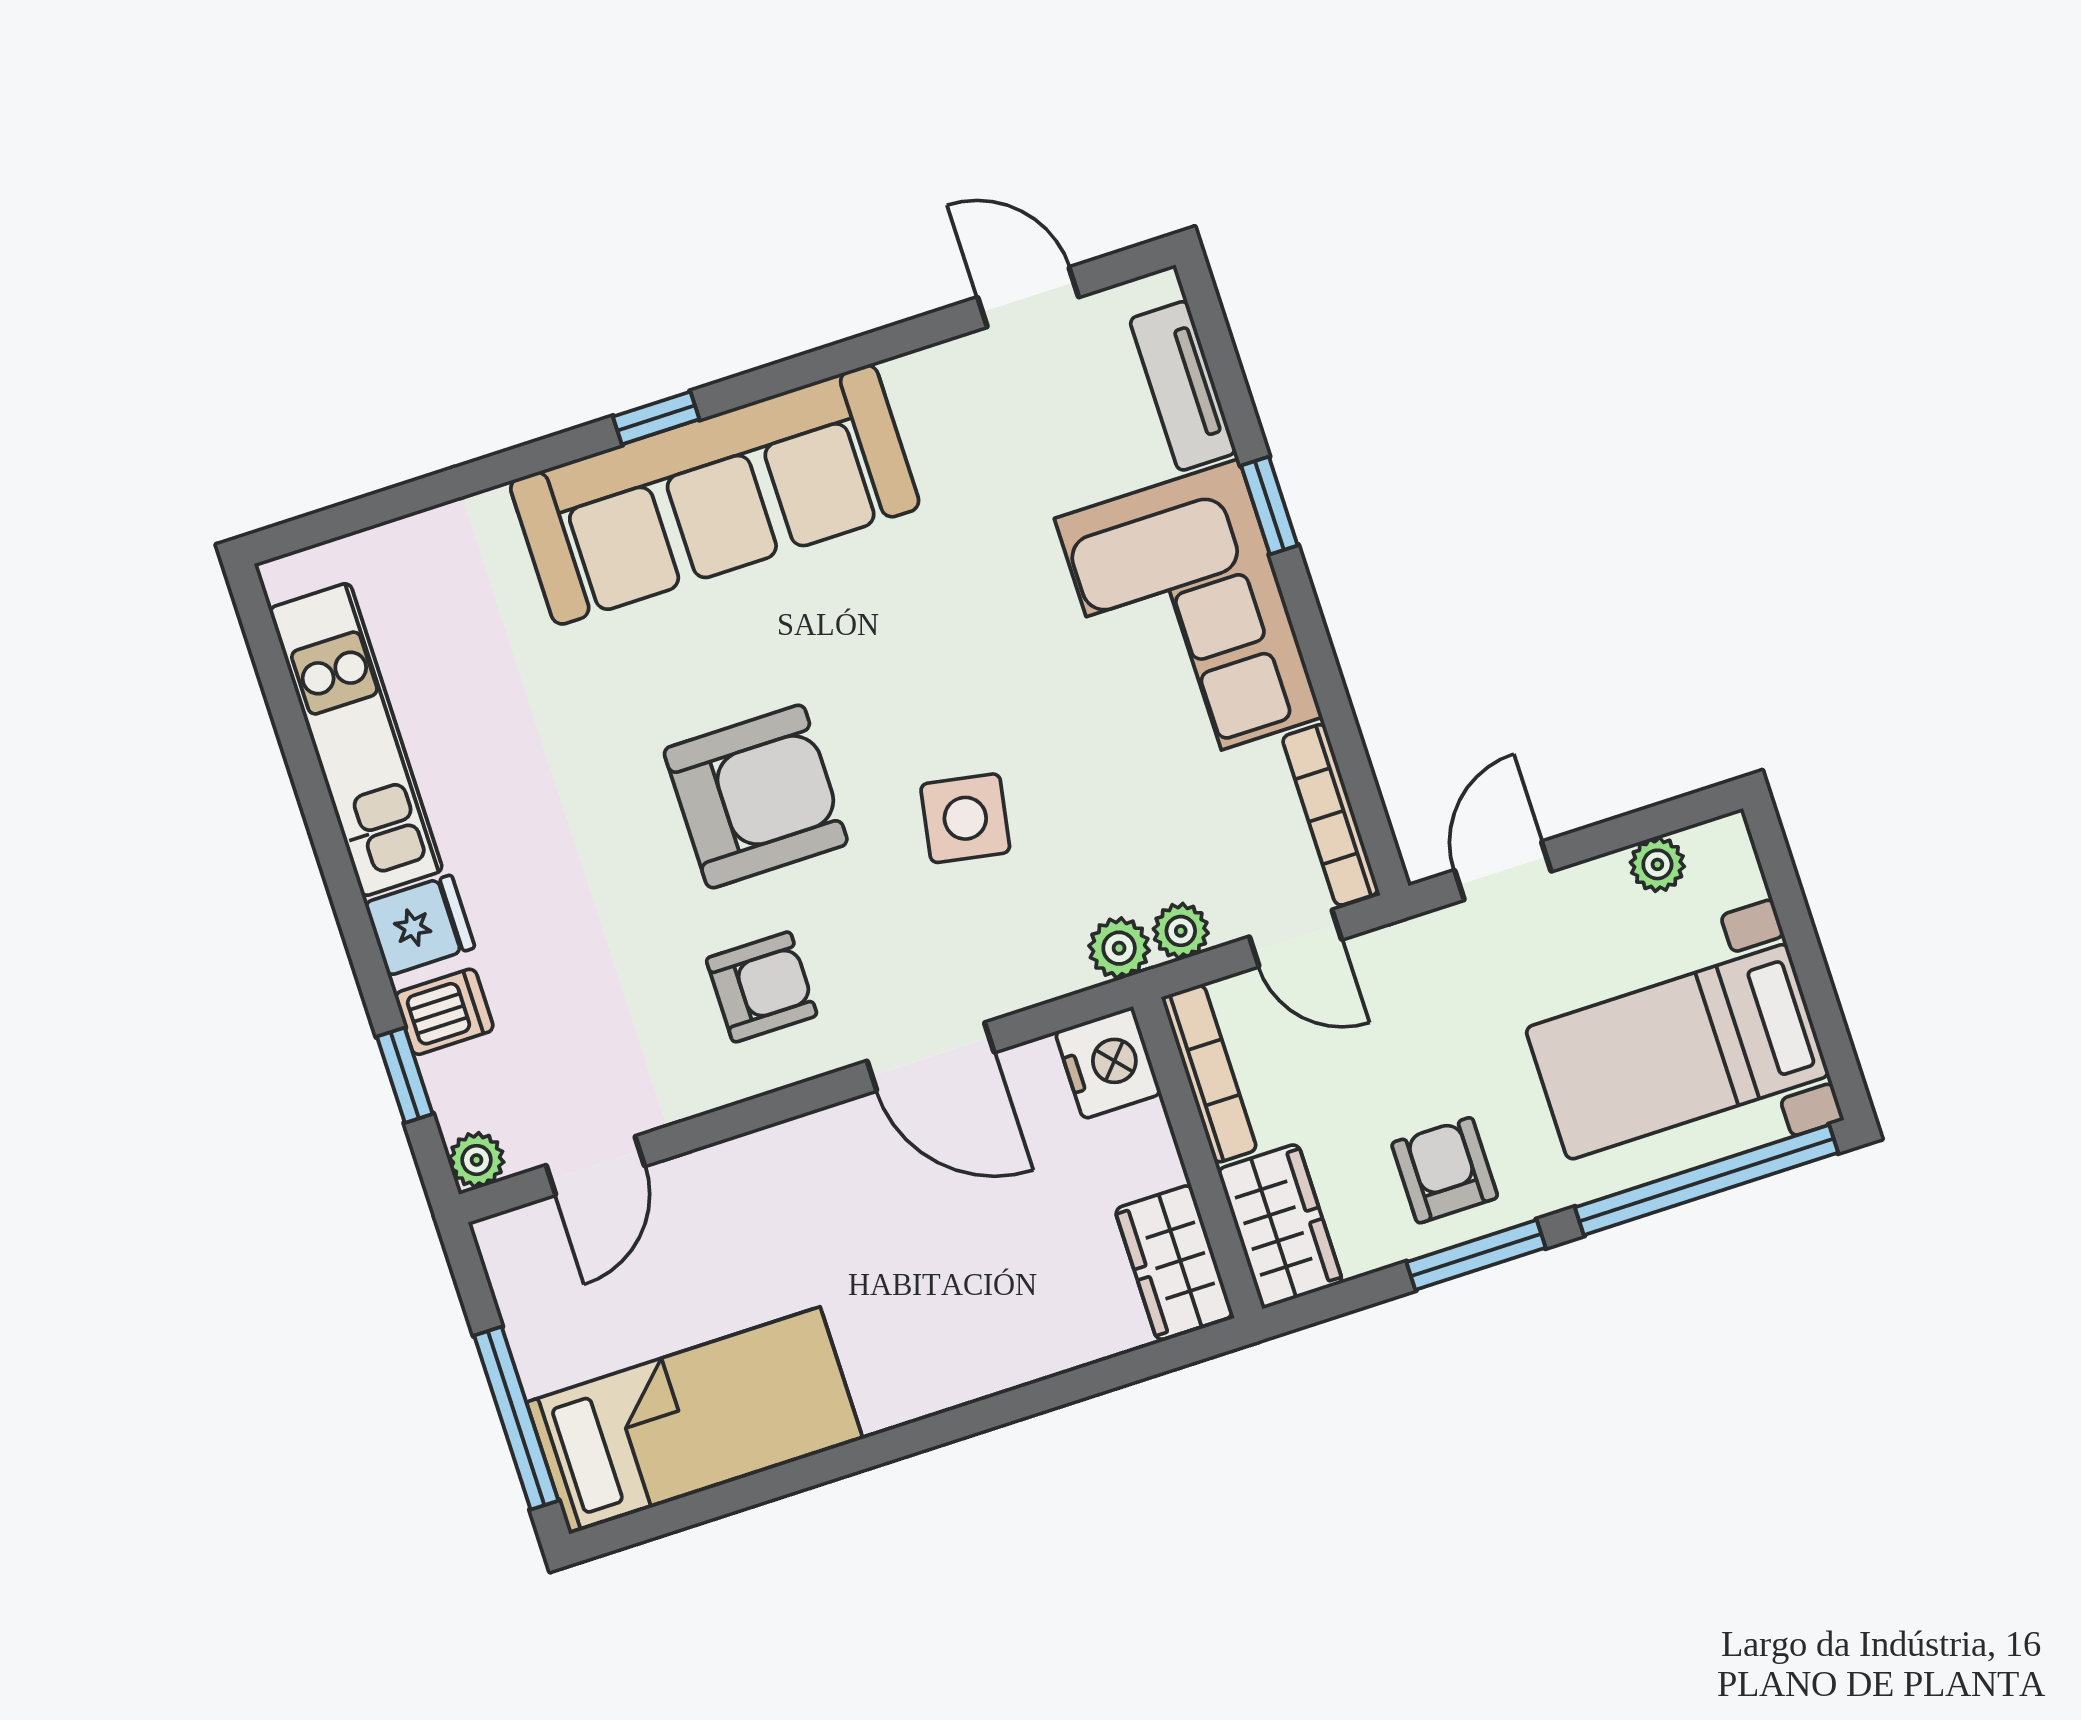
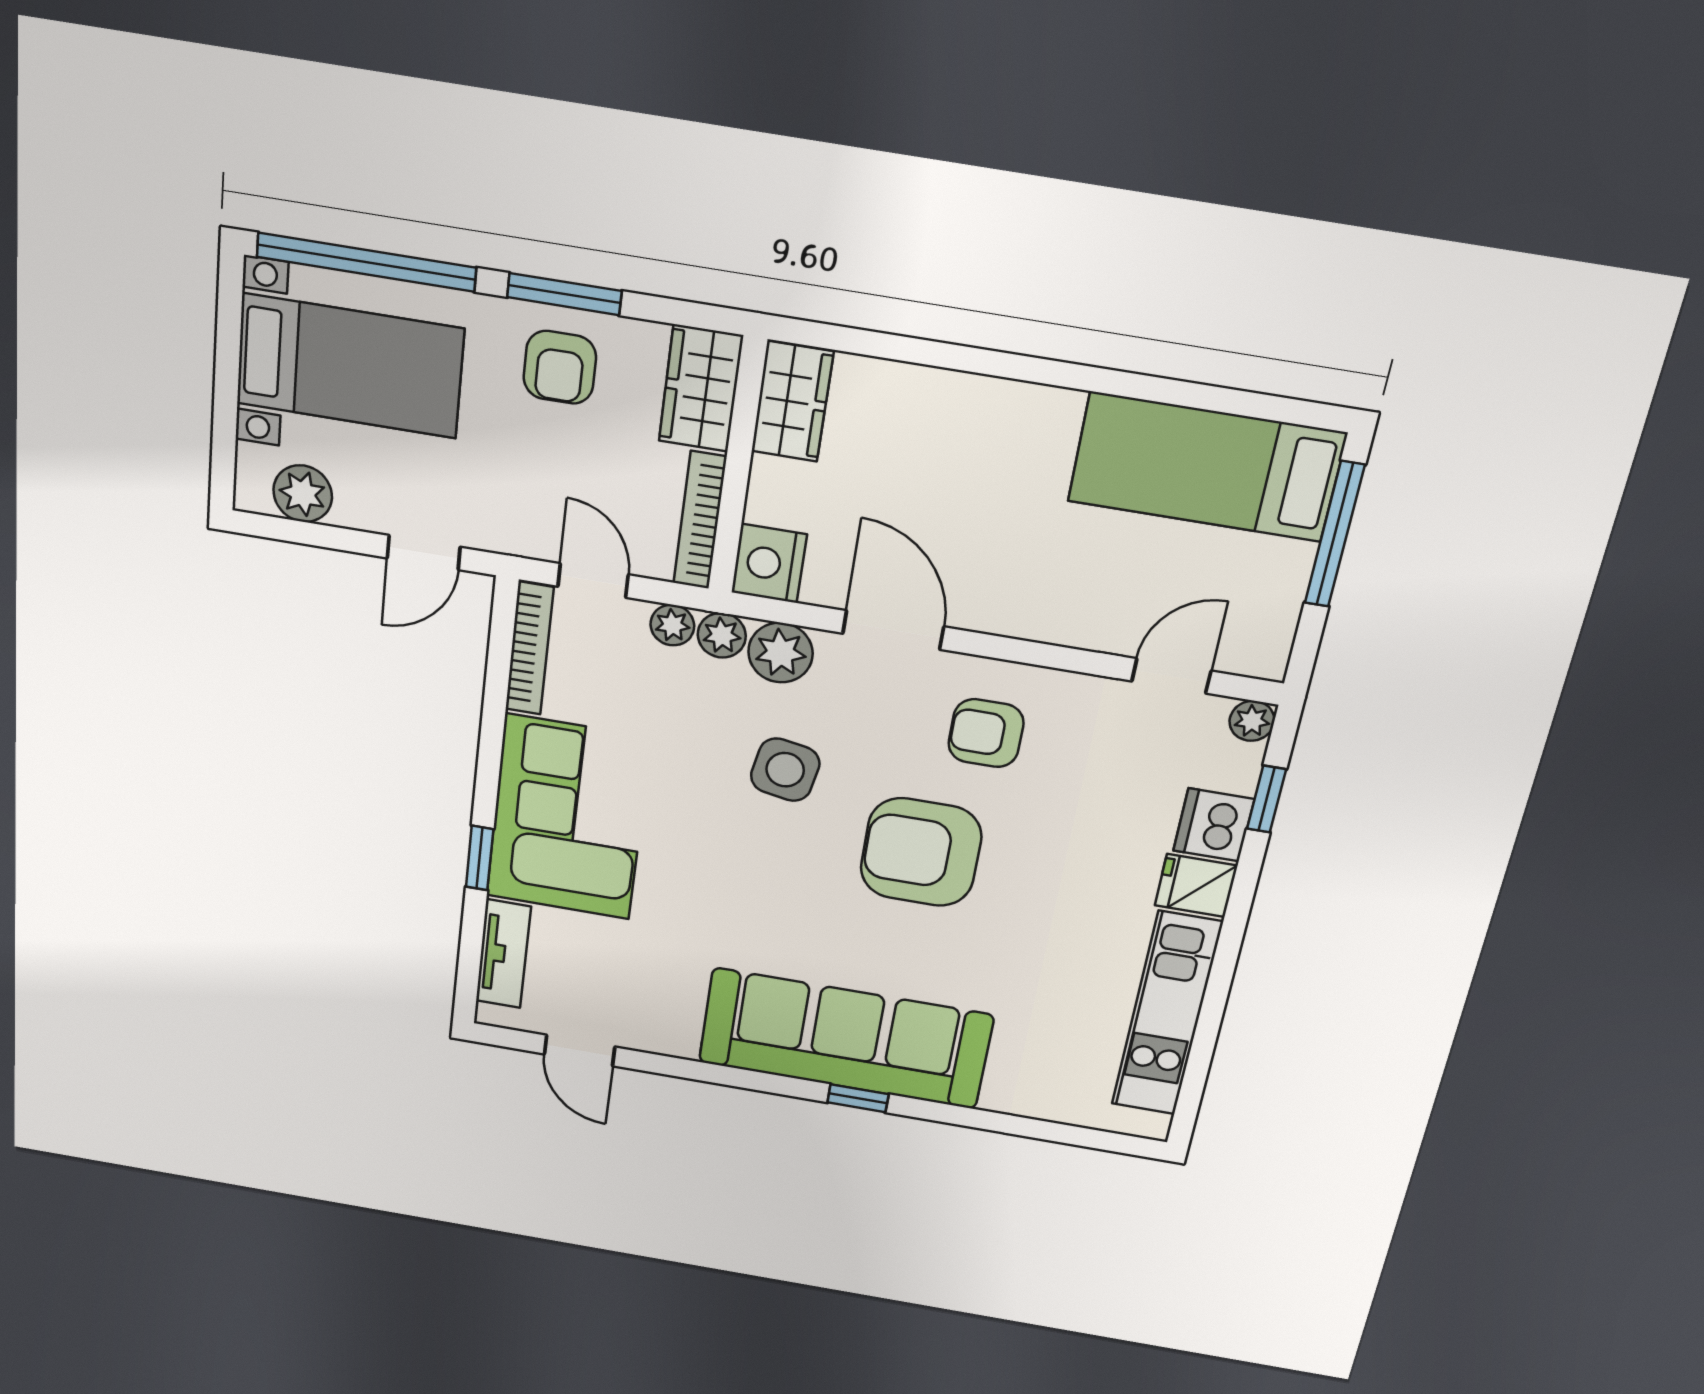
plant: (1657, 864) -> (303, 494), width x1.38, depth x1.38
plant: (1043, 962) -> (781, 653), added
dishwasher: (444, 1012) -> (1214, 825), width x1.38

